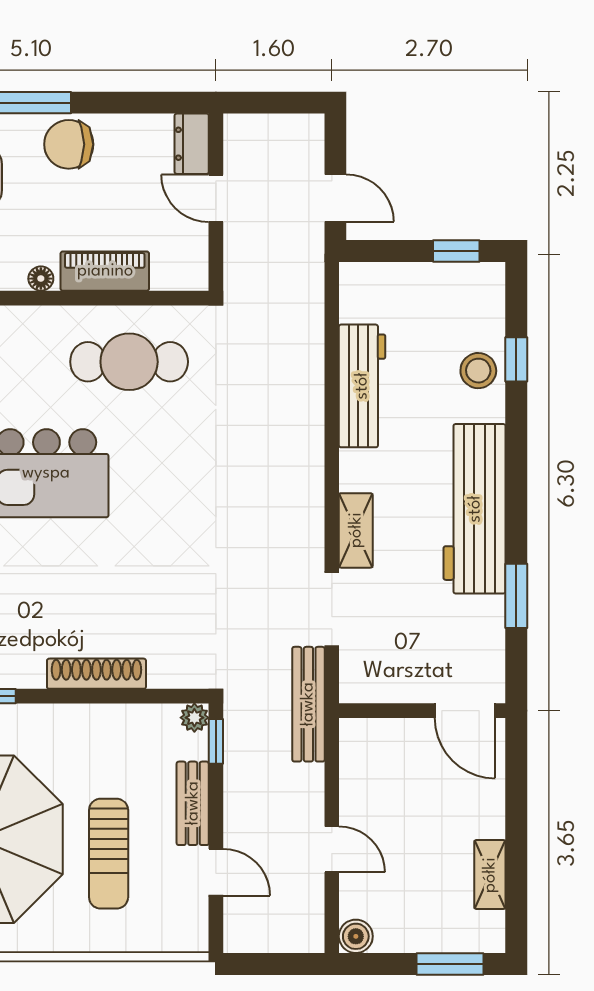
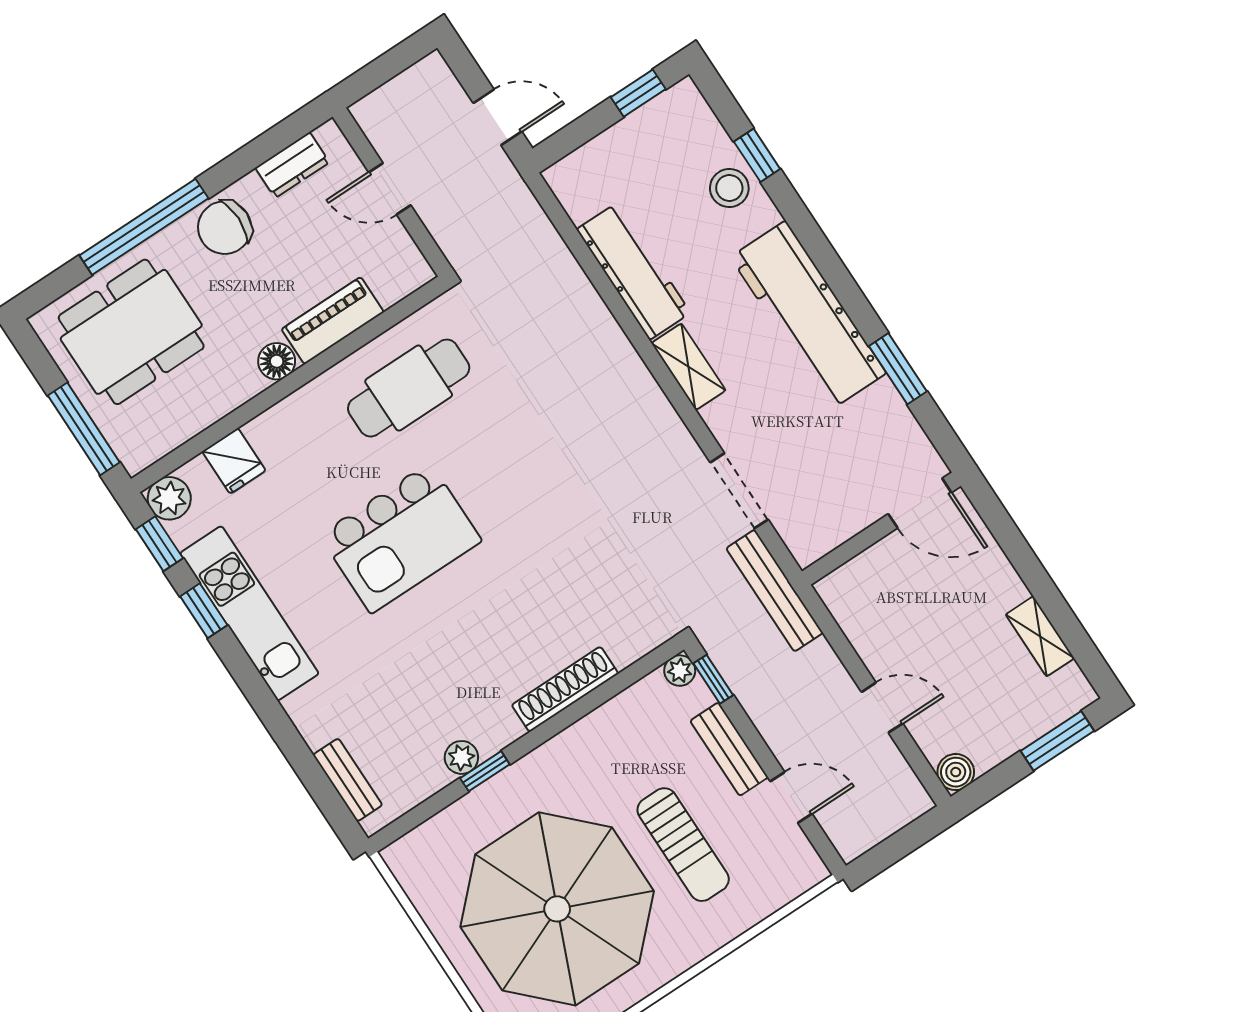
dresser: (192, 144) -> (292, 165), moved, turned -90
floor lamp: (41, 279) -> (277, 361), width x1.37, depth x1.37
shelving: (356, 530) -> (688, 367), moved

